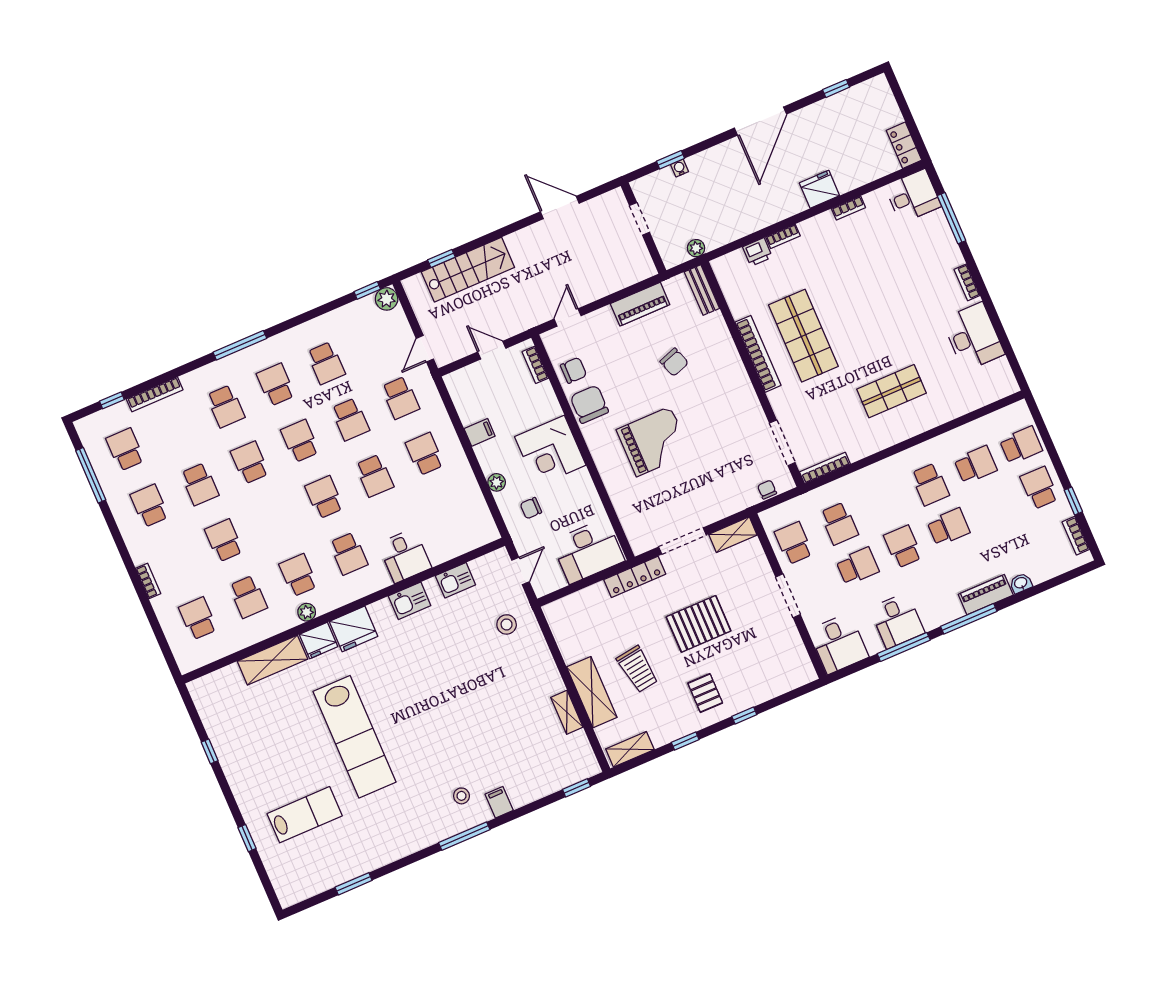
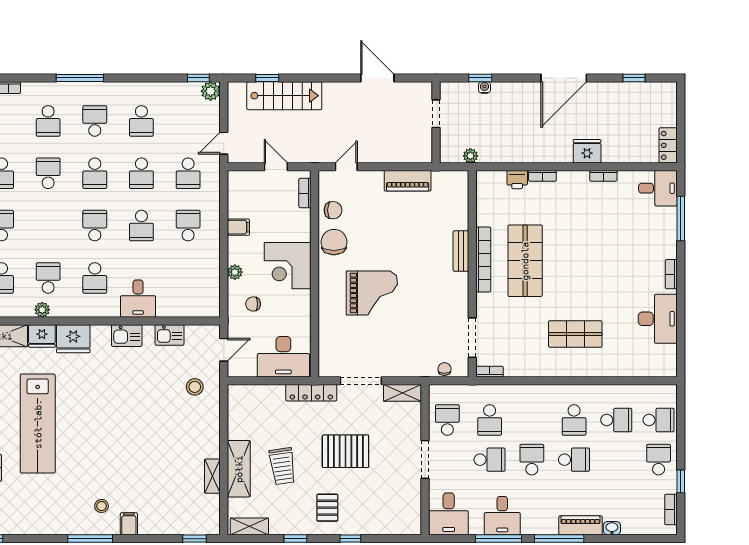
bench: (702, 290) -> (461, 251), moved
chair: (674, 362) -> (415, 238), removed
school desk: (300, 441) -> (95, 173), turned 180
bookcase: (825, 468) -> (489, 372), width x0.64

